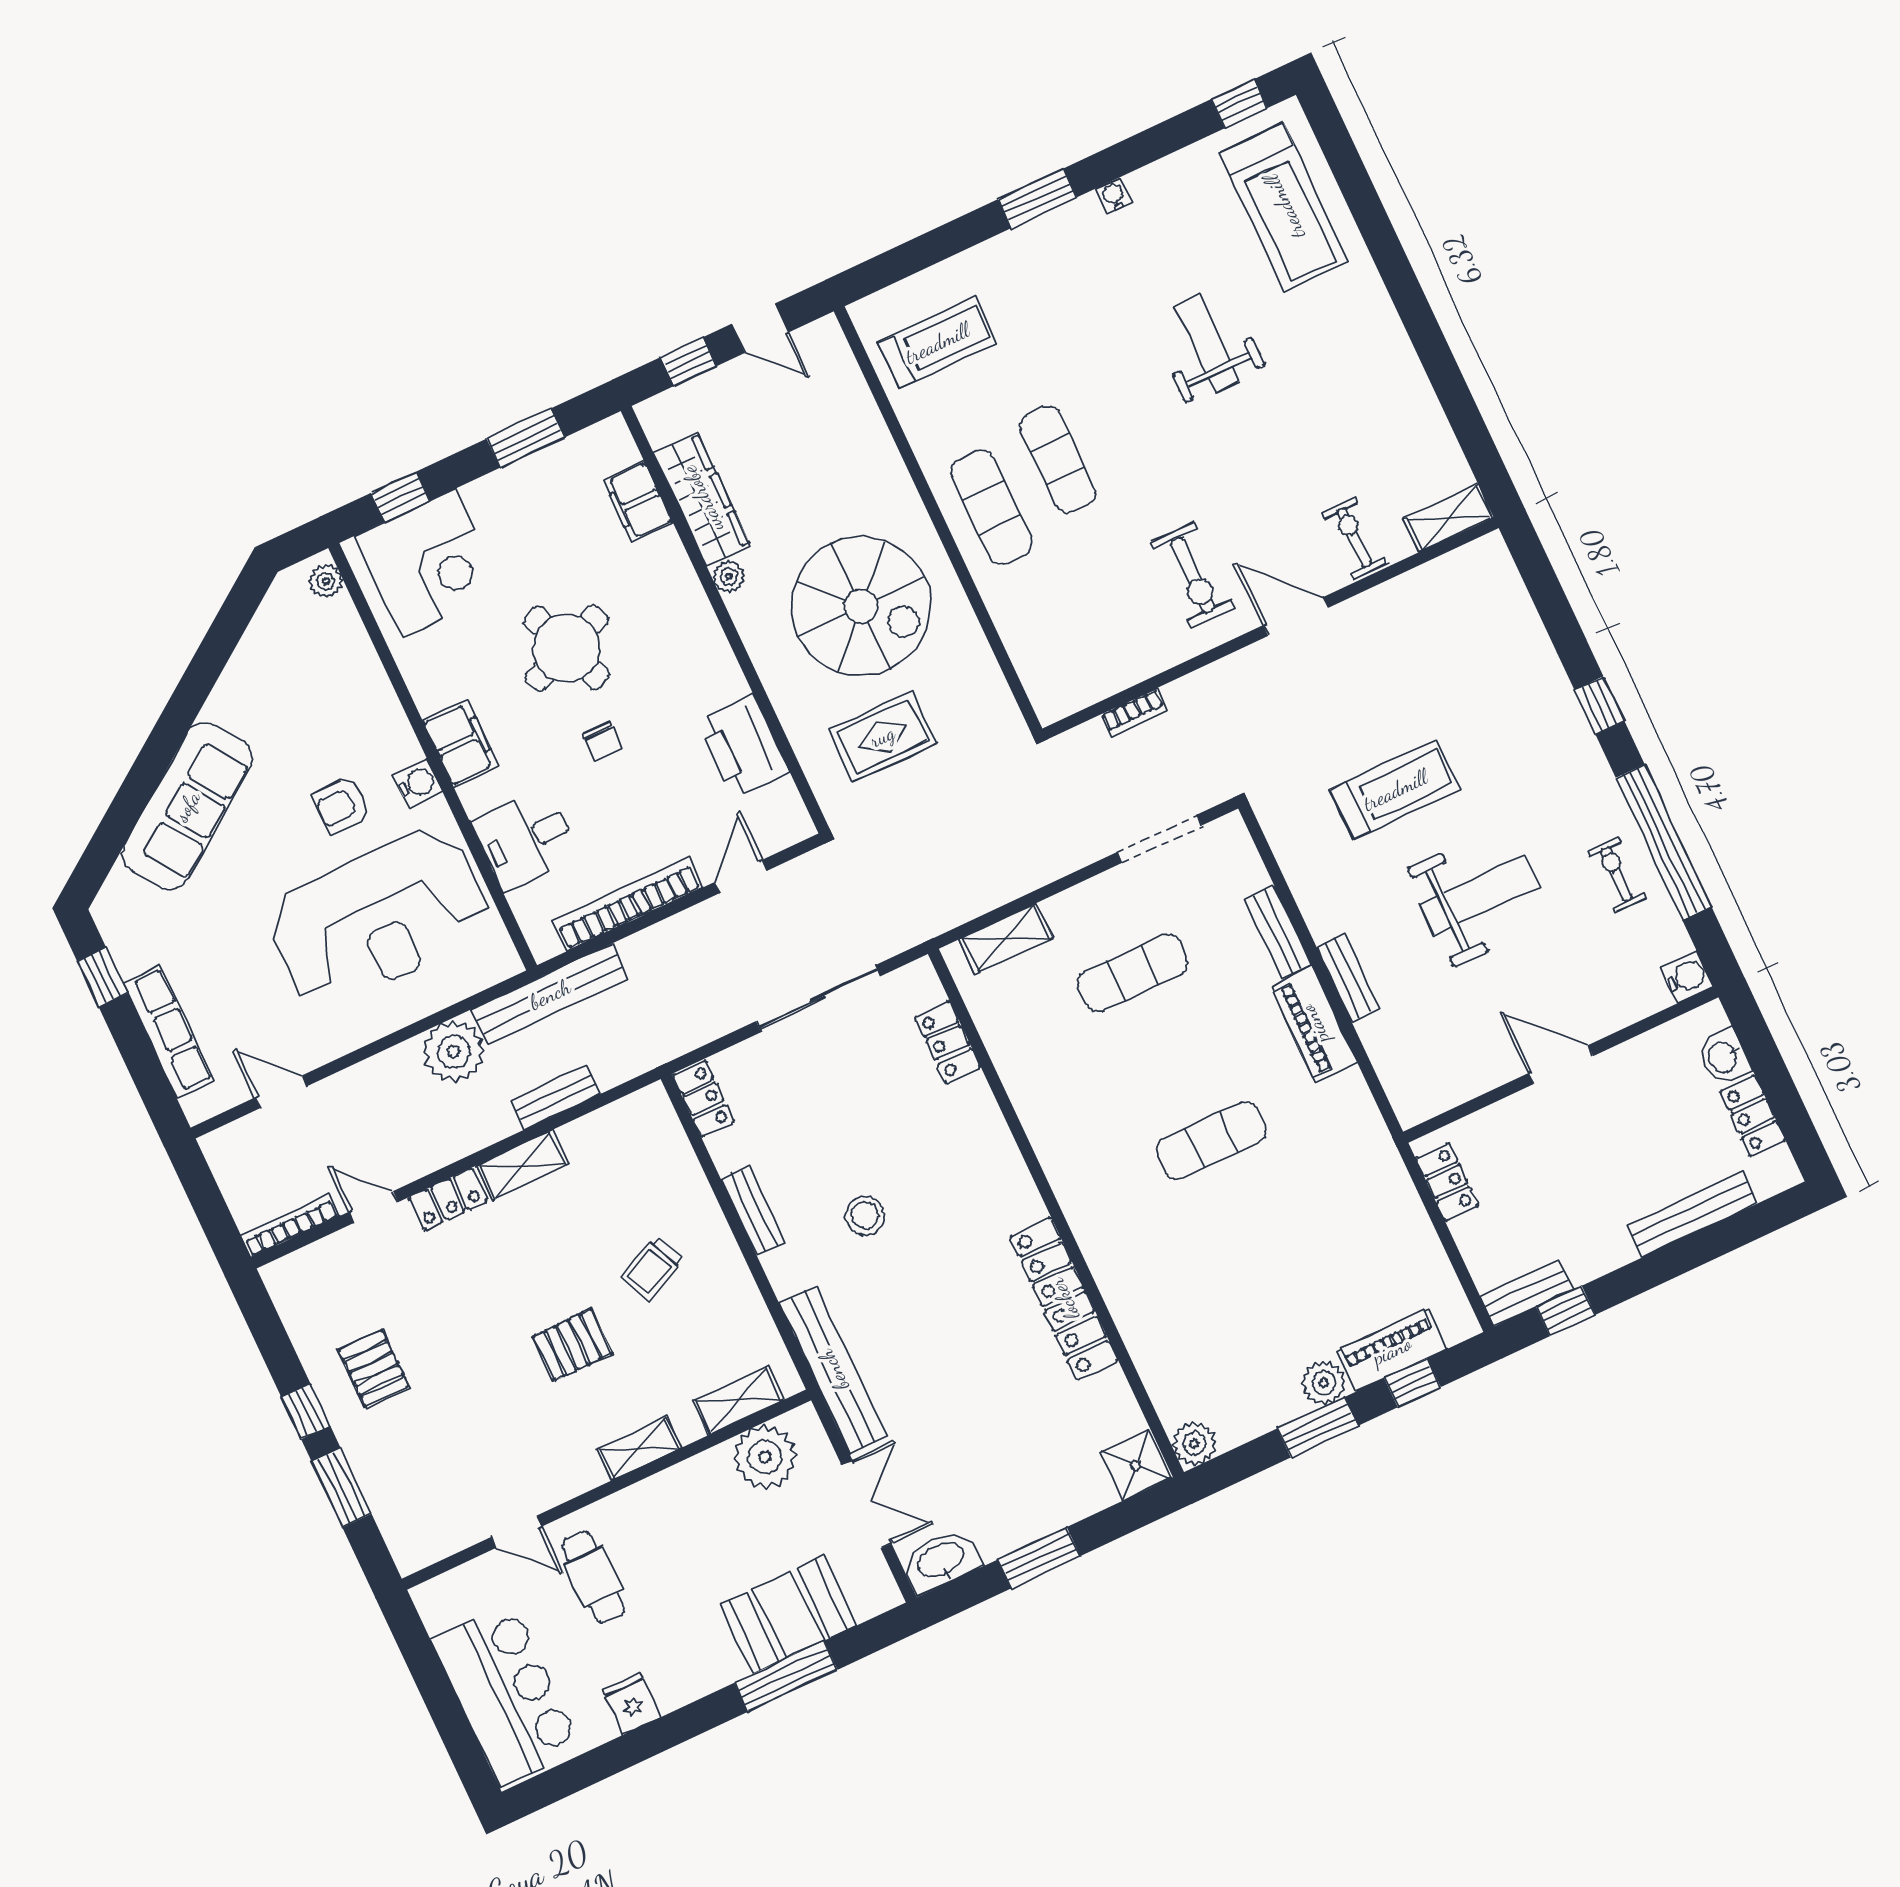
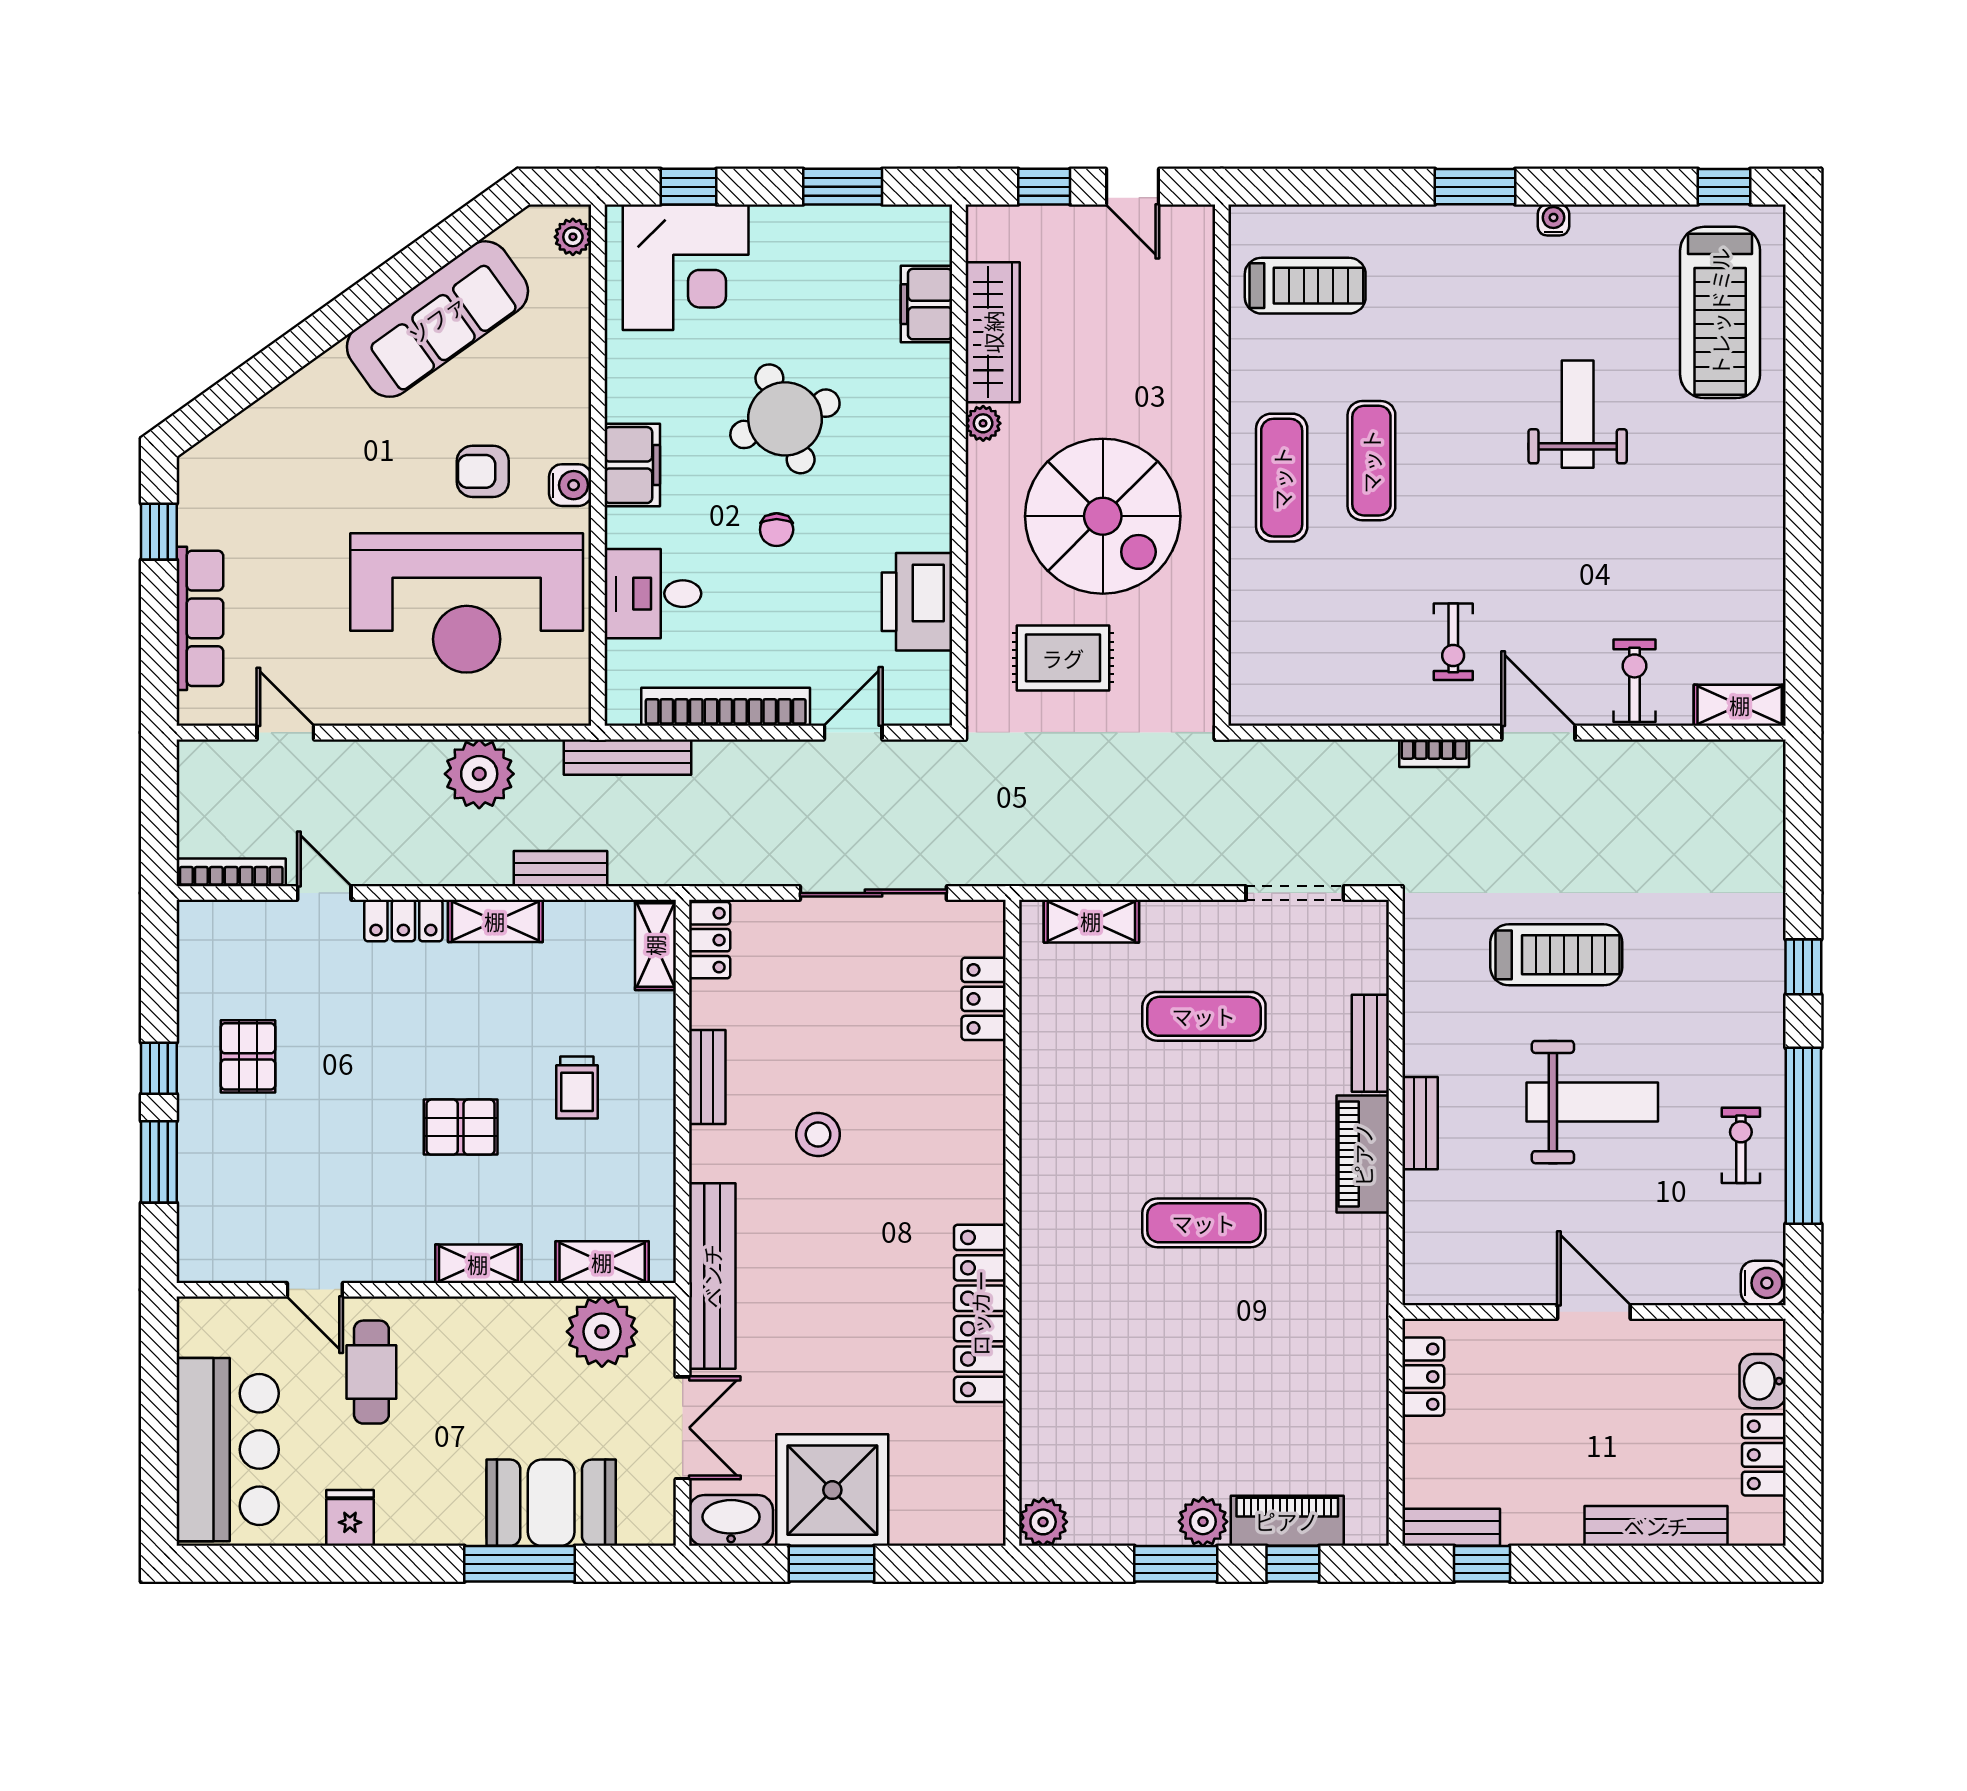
exercise bike: (1192, 575) -> (1453, 642), width x0.73, depth x0.72
bookcase: (1134, 713) -> (1434, 753), moved
sofa: (187, 806) -> (437, 319), moved
bench: (550, 994) -> (628, 757), width x0.73, depth x0.82
shelving: (661, 1123) -> (655, 945), added
trolley: (652, 1269) -> (577, 1088), turned -65
shower: (1136, 1465) -> (832, 1490), moved, width x1.86, depth x1.86

